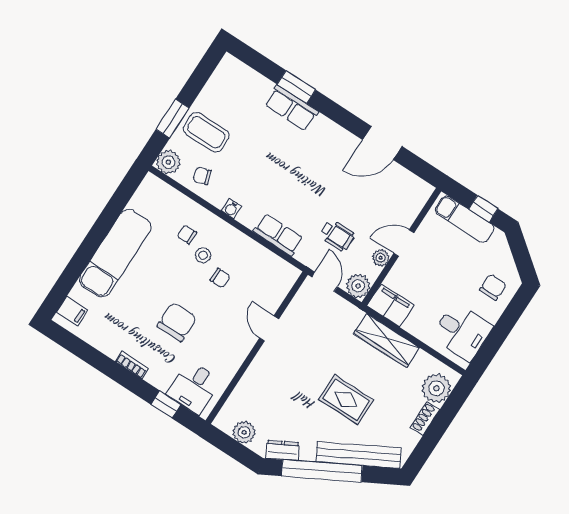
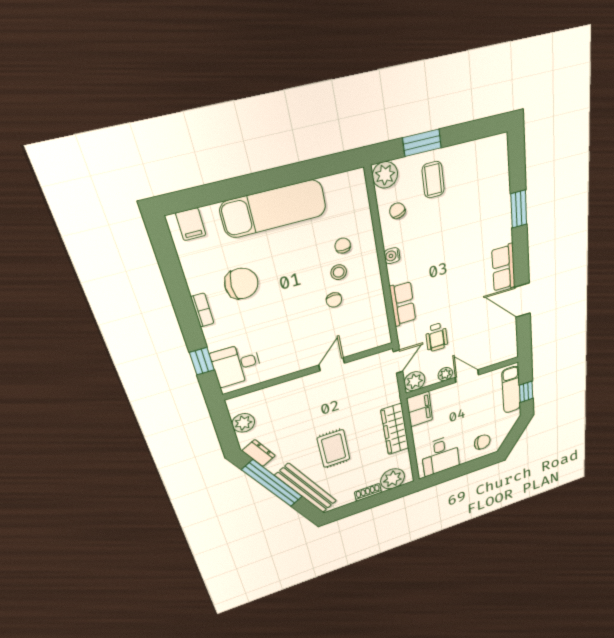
row of seats: (291, 108) -> (503, 268), moved
coffee table: (206, 132) -> (433, 180), width x0.73, depth x0.77
chair: (177, 322) -> (241, 284), moved

